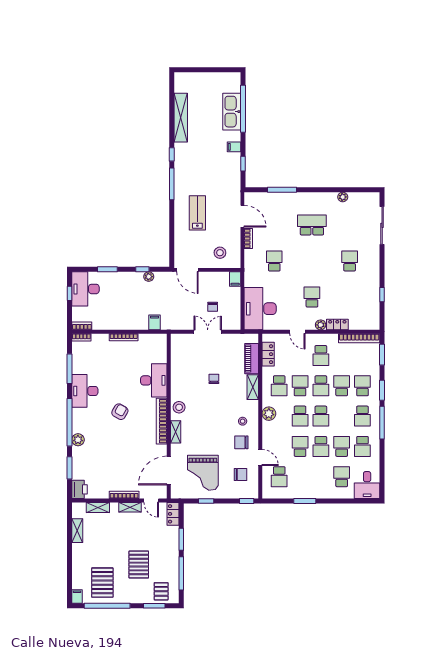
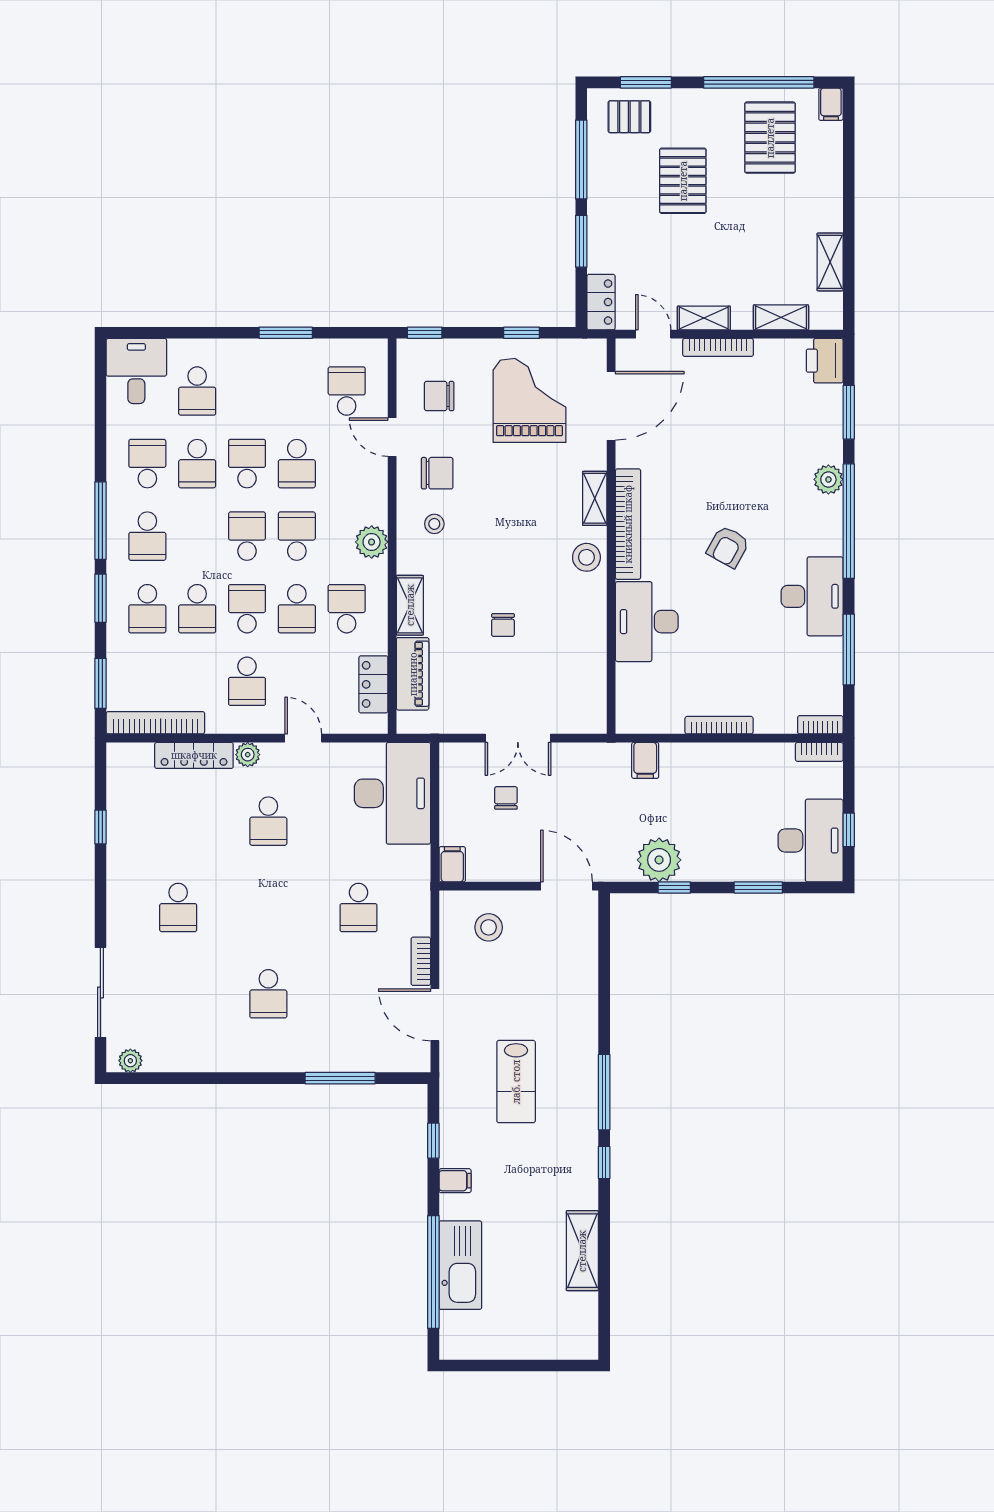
shelving: (181, 118) -> (582, 1251), width x0.68
plant: (343, 197) -> (130, 1061), moved
lab bench: (197, 213) -> (516, 1082), moved
school desk: (312, 225) -> (268, 994), width x0.54
plant: (149, 277) -> (659, 860), width x1.88, depth x1.88
locker: (337, 325) -> (194, 755), width x1.53
school desk: (321, 355) -> (247, 681), turned 180
school desk: (362, 416) -> (147, 536), turned 180
pallet: (161, 591) -> (629, 117), turned 90

